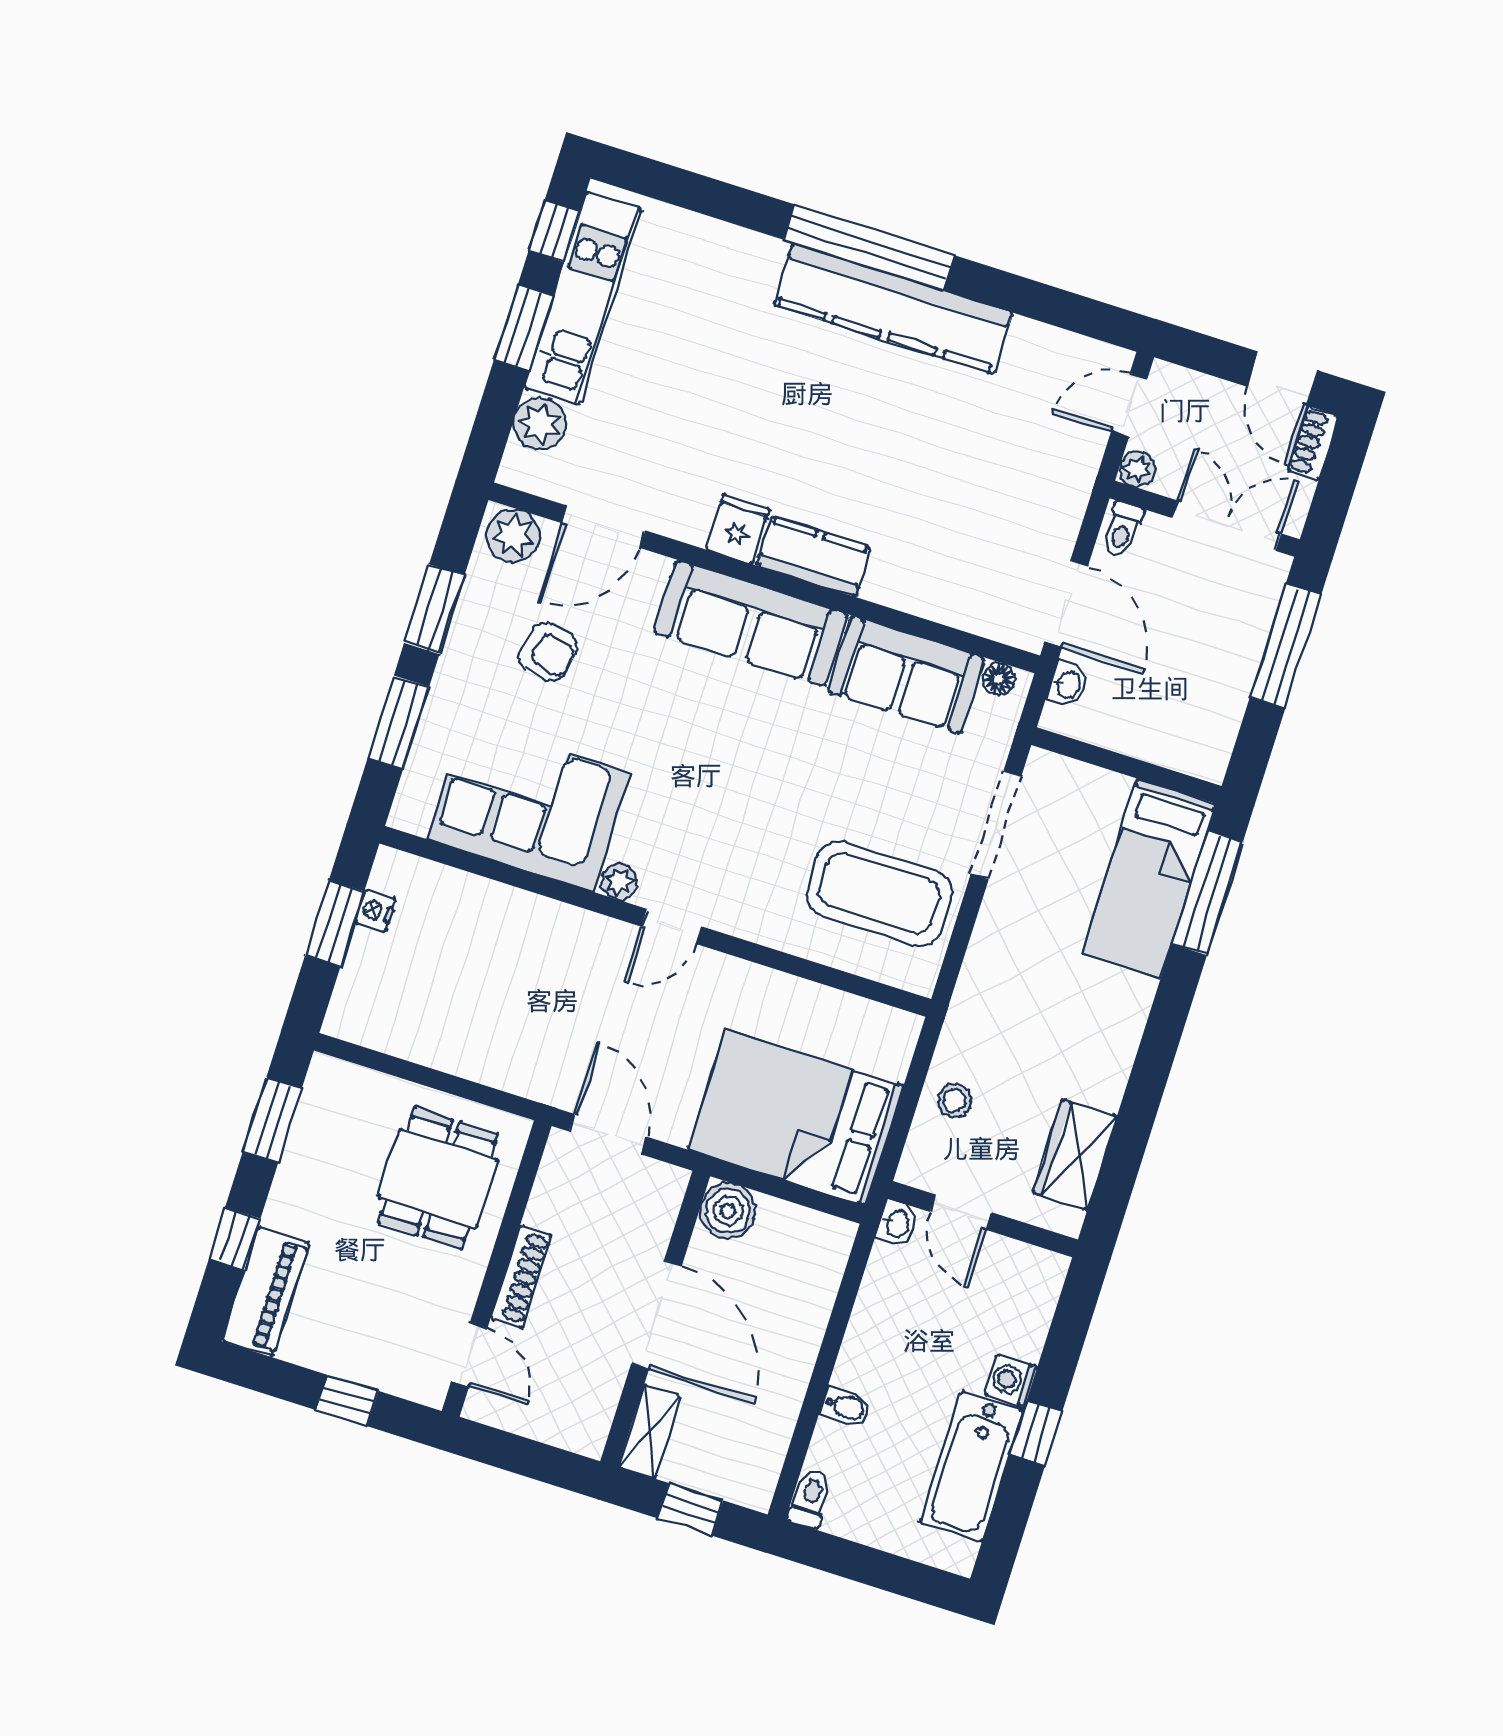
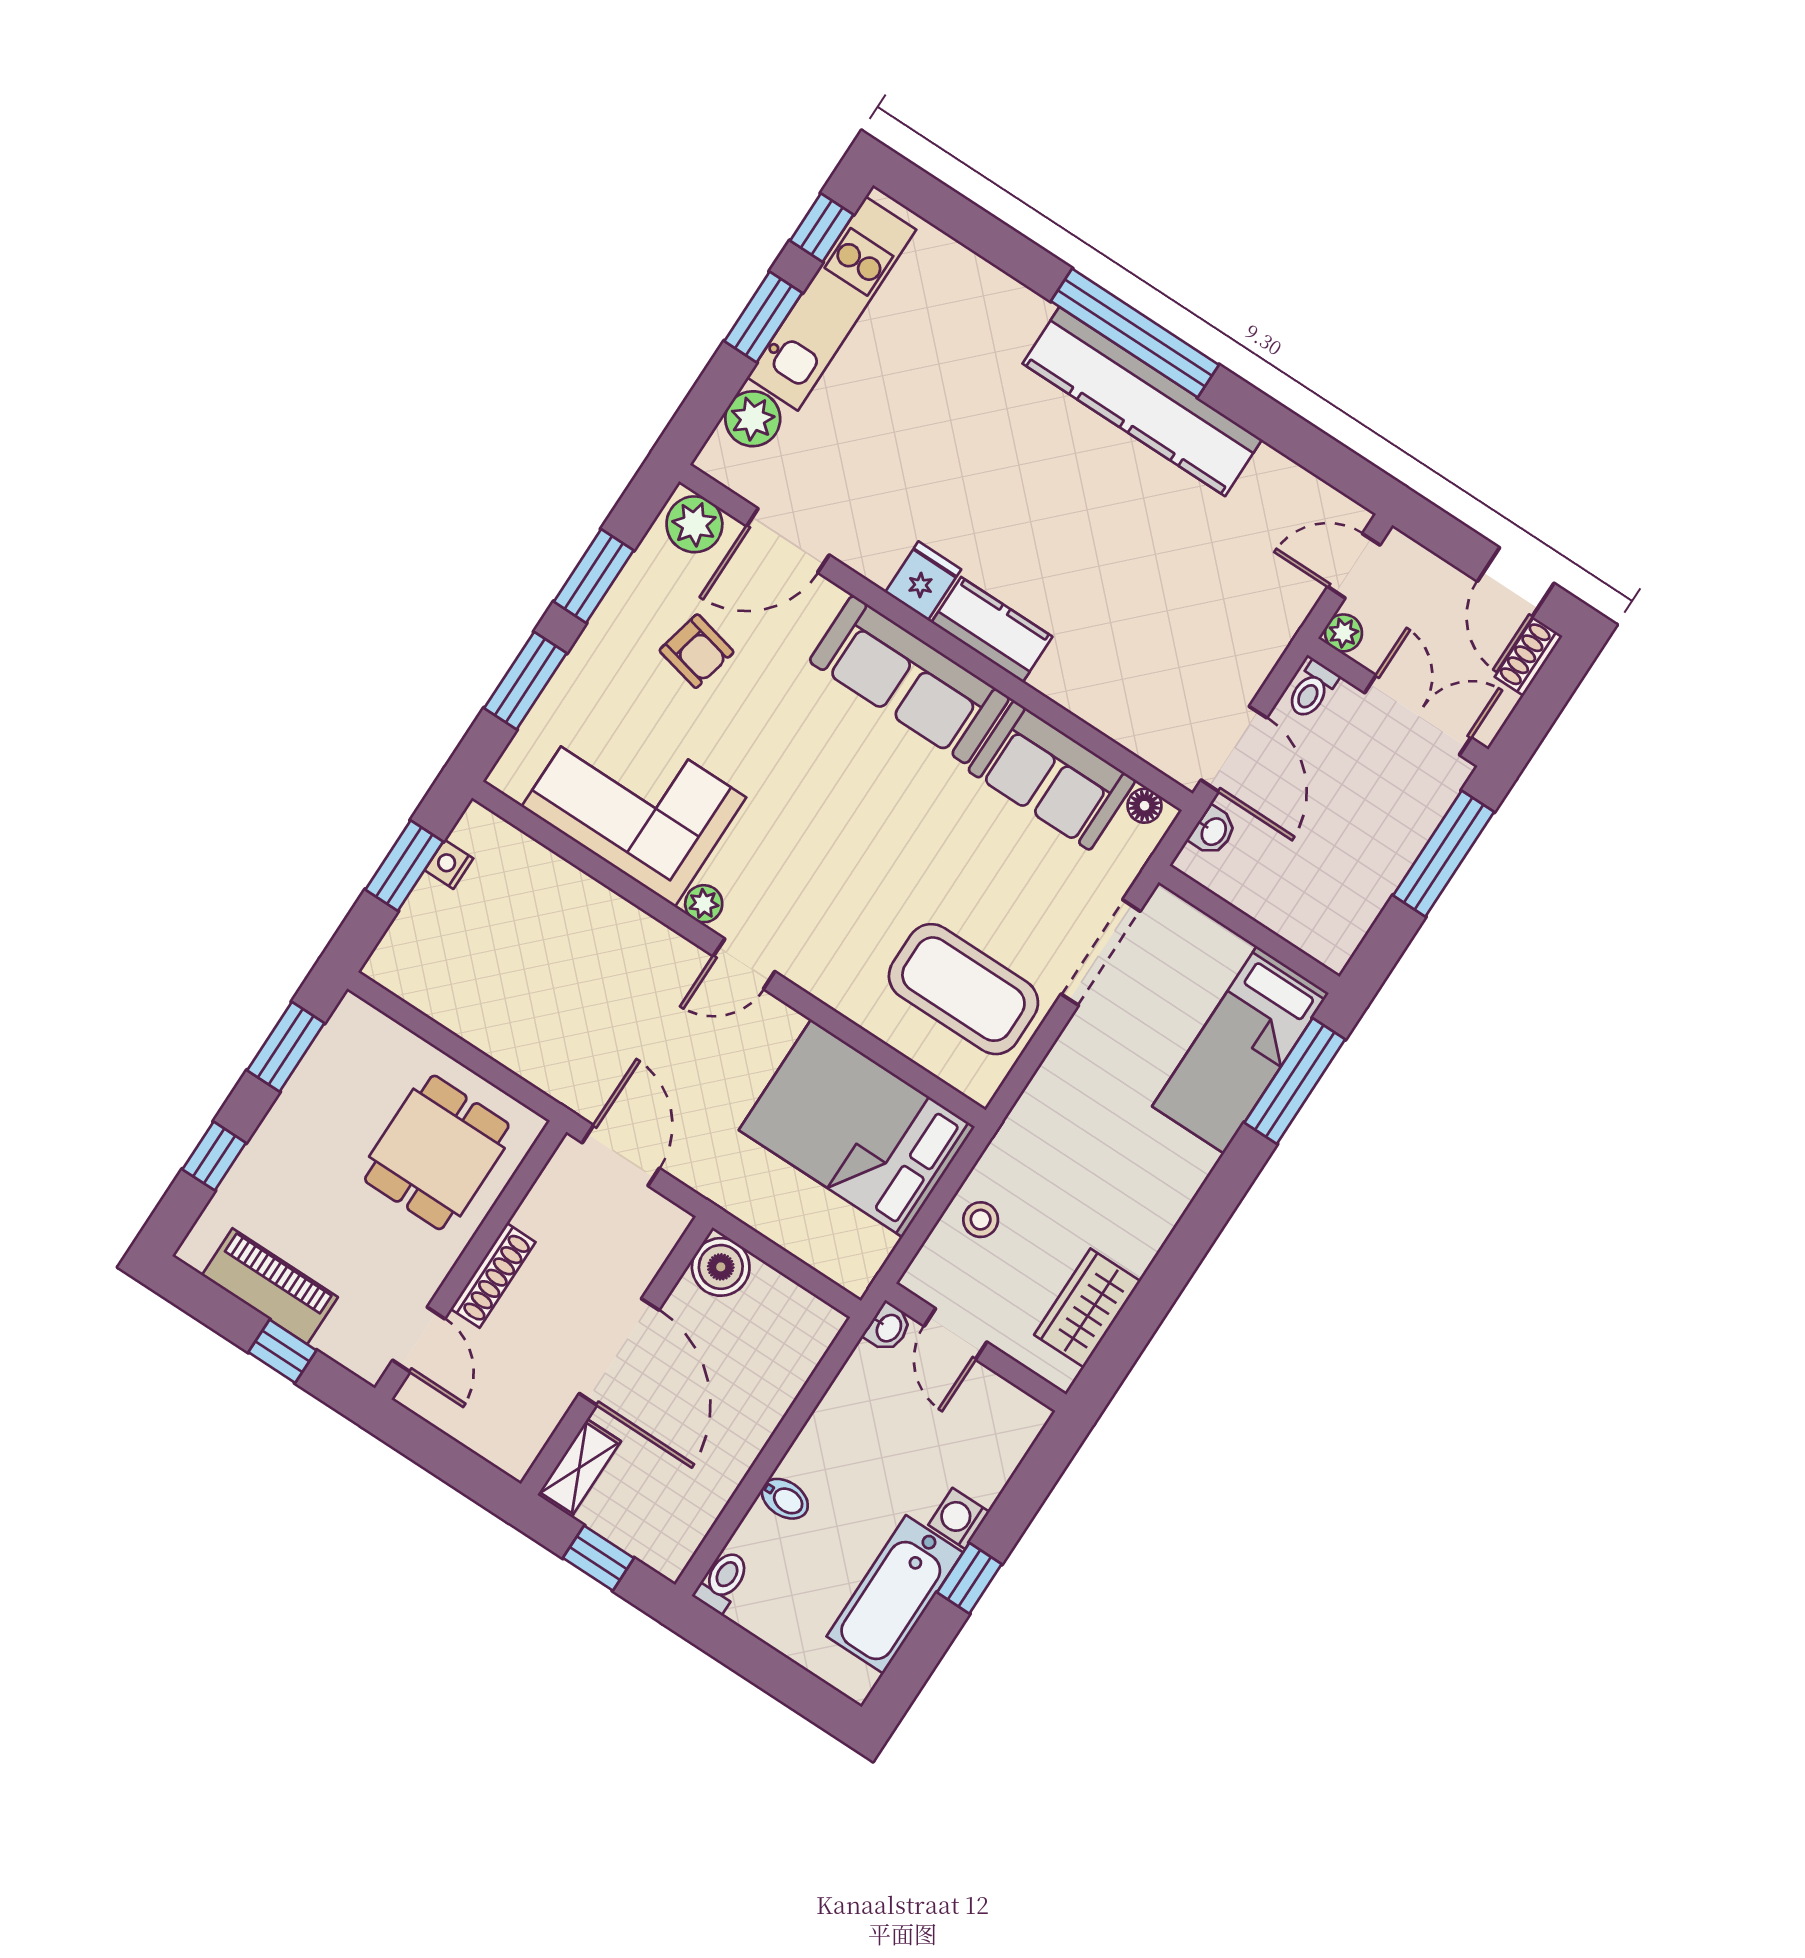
bed: (796, 1118) -> (857, 1128), moved
piano: (265, 1292) -> (270, 1286), moved, turned -90

